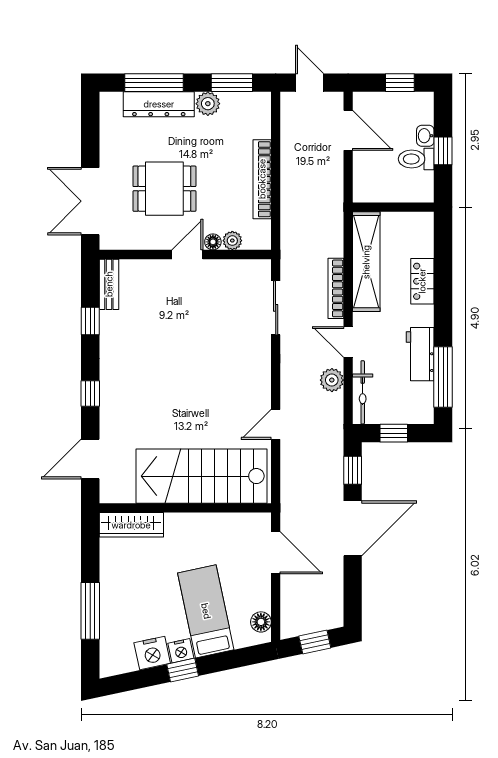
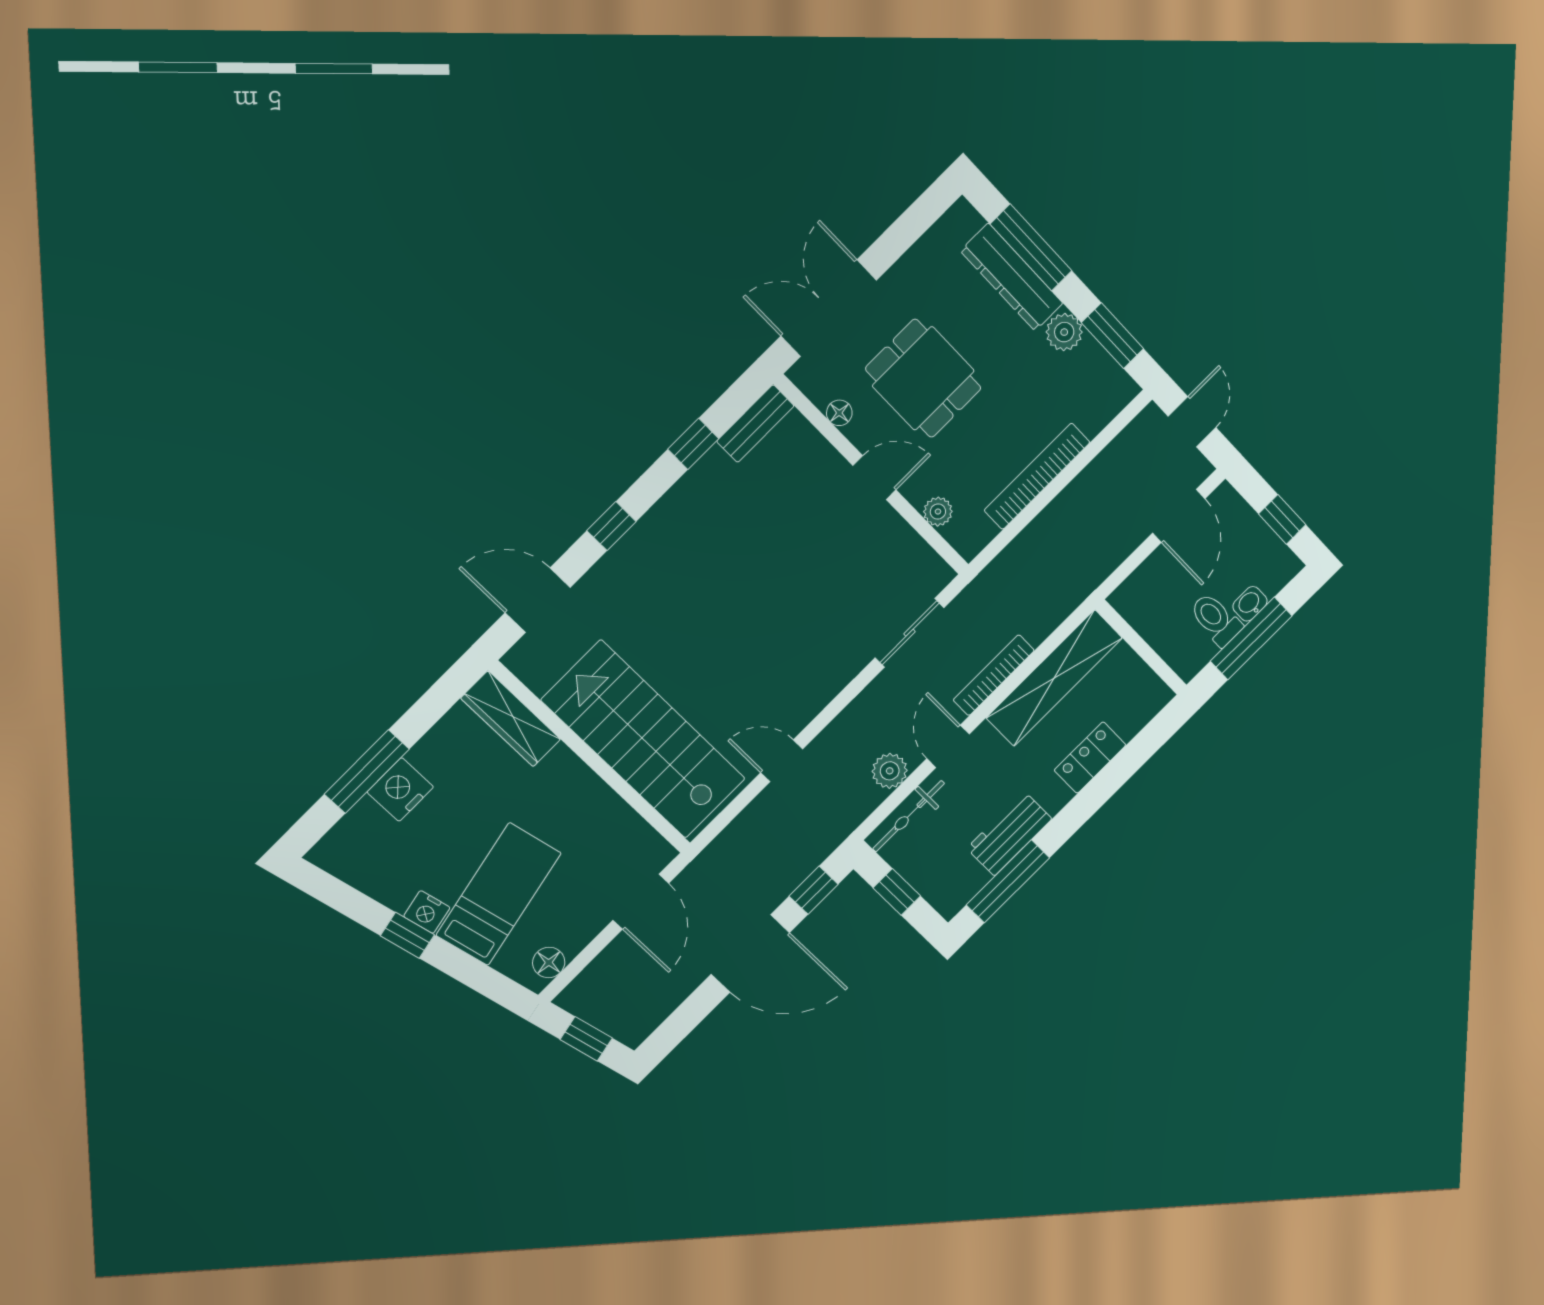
window: (443, 151) -> (1251, 639), width x2.17
floor lamp: (213, 242) -> (839, 413), moved
nightstand: (152, 653) -> (400, 790), moved, turned 102

